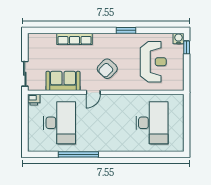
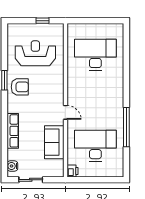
water cooler: (178, 38) -> (12, 166), moved
window: (187, 47) -> (43, 21), moved
armchair: (107, 69) -> (20, 87), moved, turned -44
sliding door: (25, 74) -> (31, 180), moved

